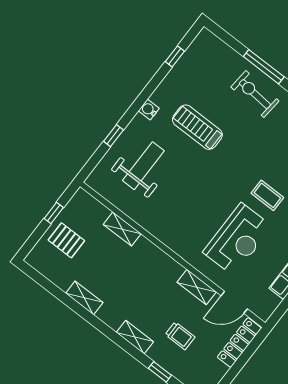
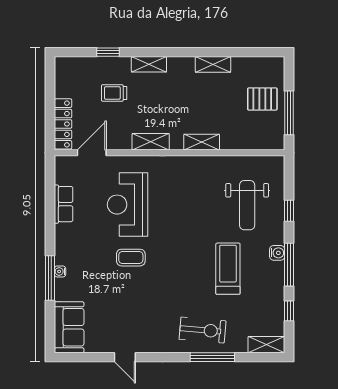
shelving: (213, 44) -> (266, 345), added
window: (147, 93) -> (289, 265), added
treadmill: (197, 127) -> (228, 269), turned -90
window: (54, 213) -> (289, 113), width x2.17
shelving: (122, 229) -> (202, 142), moved
shelving: (197, 287) -> (151, 142), moved

